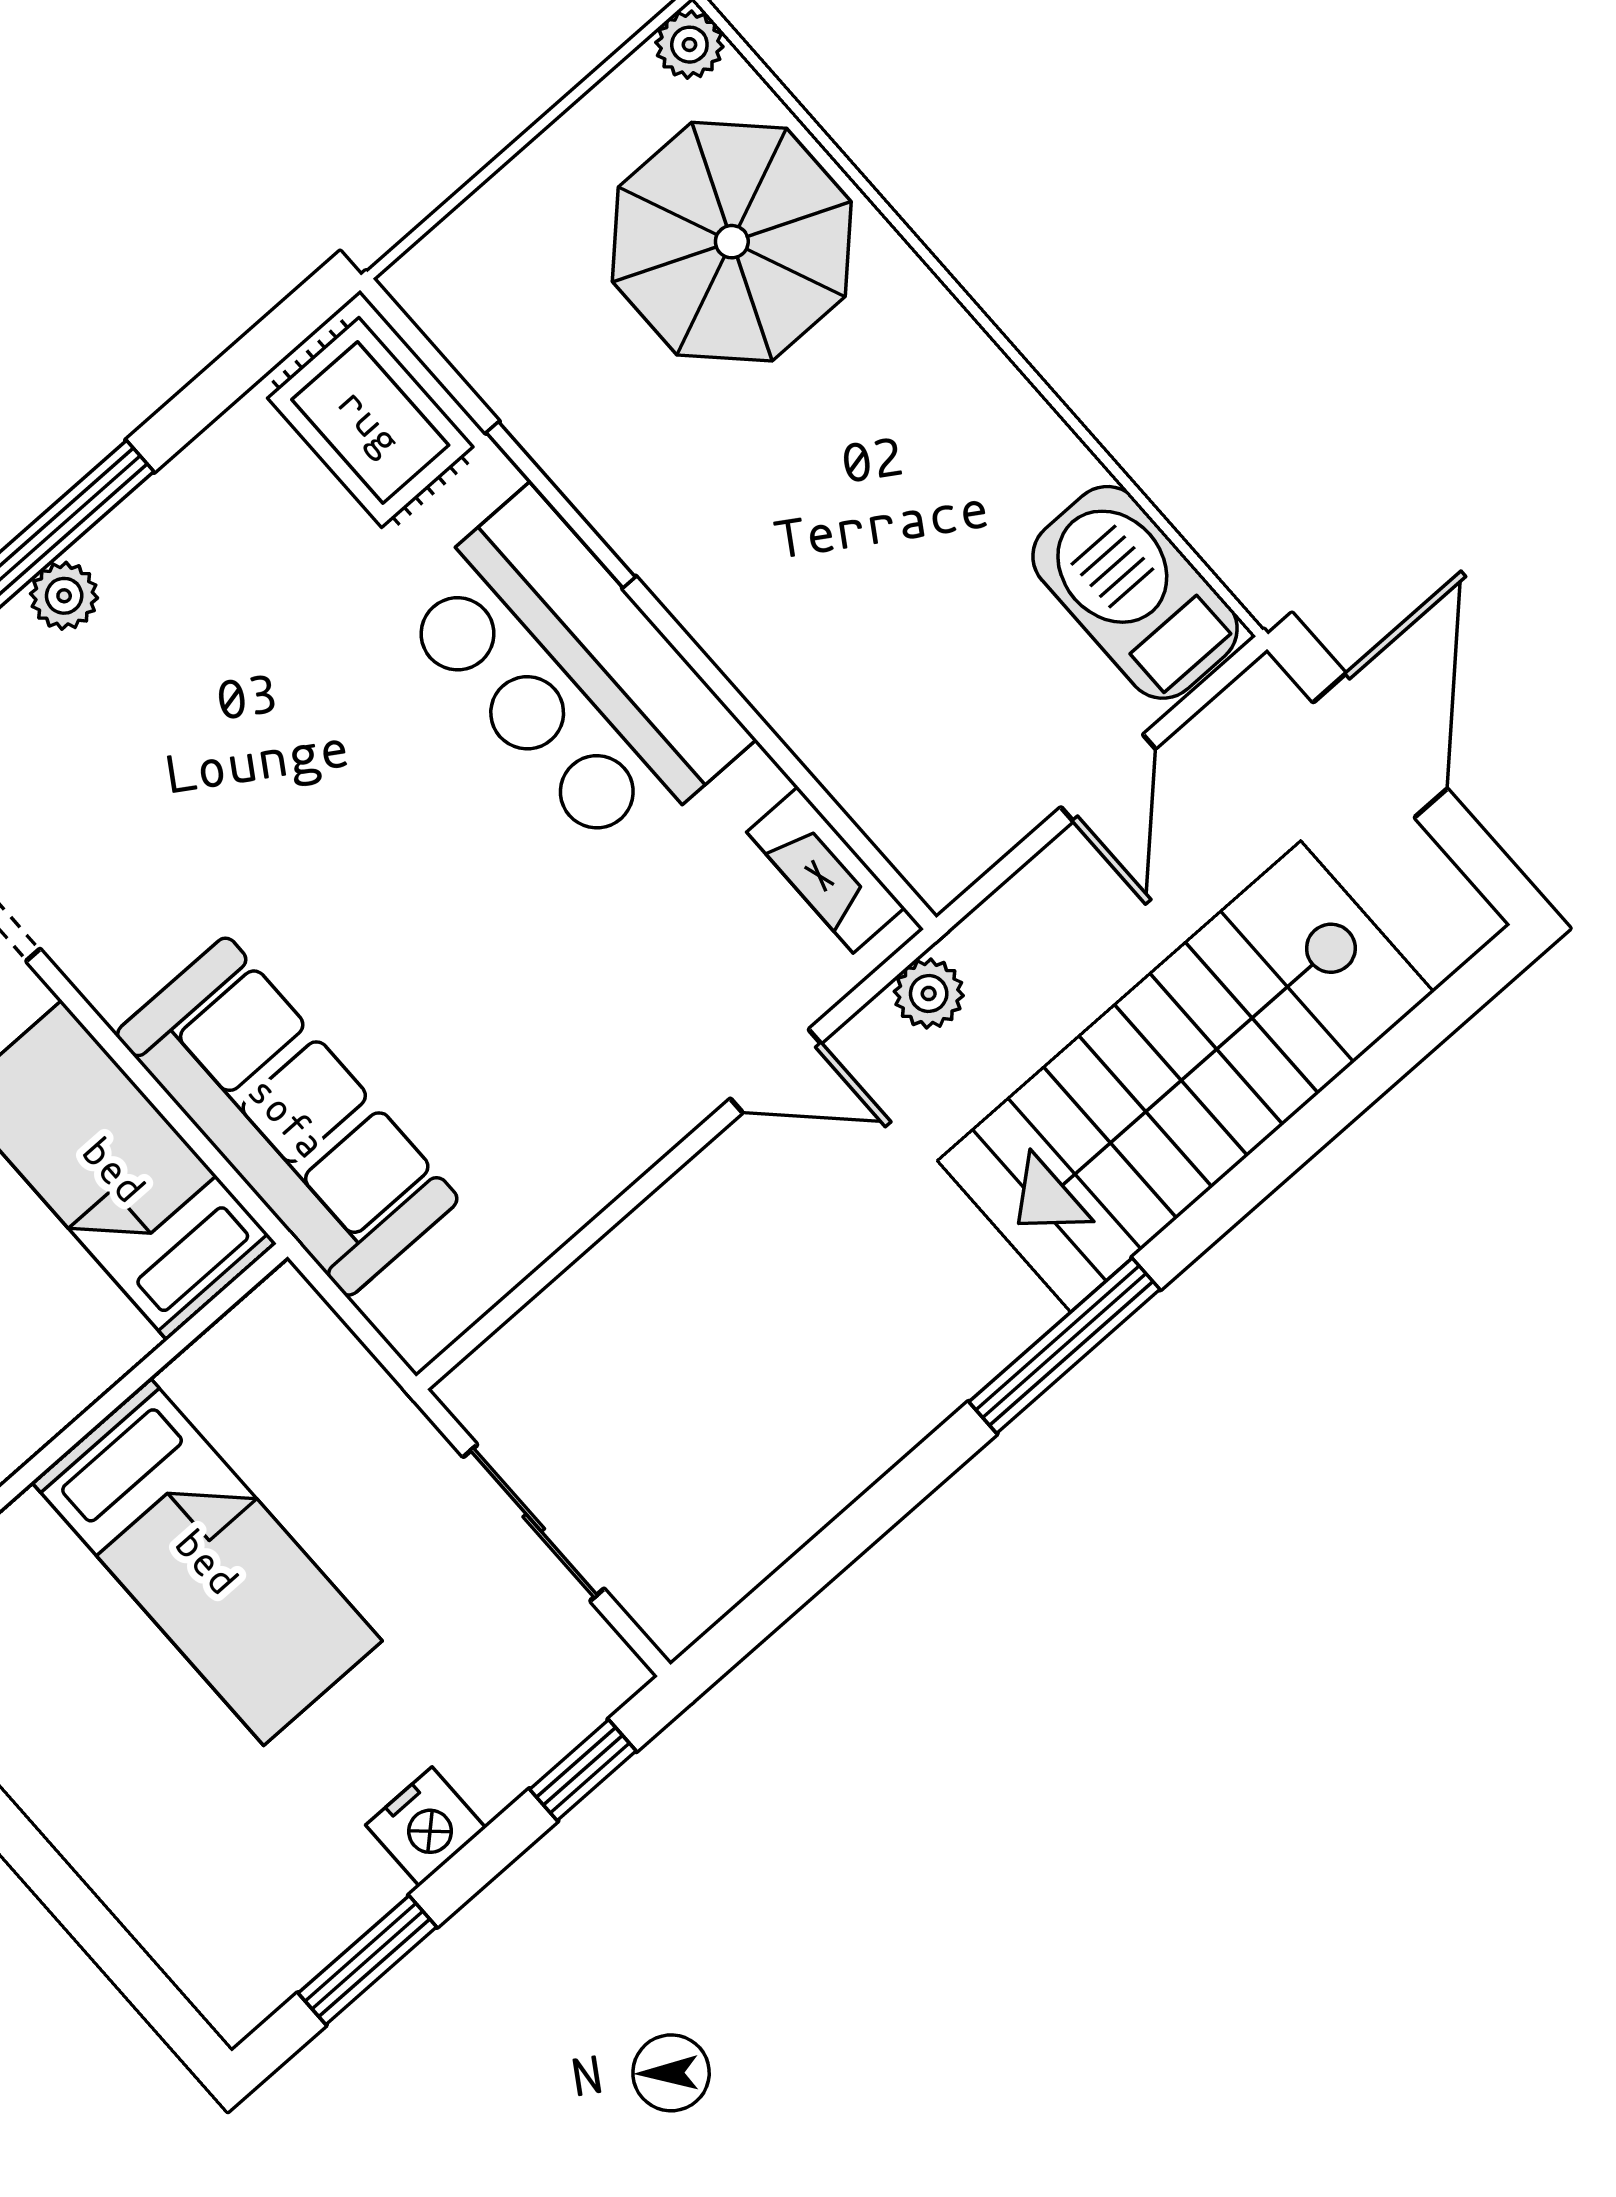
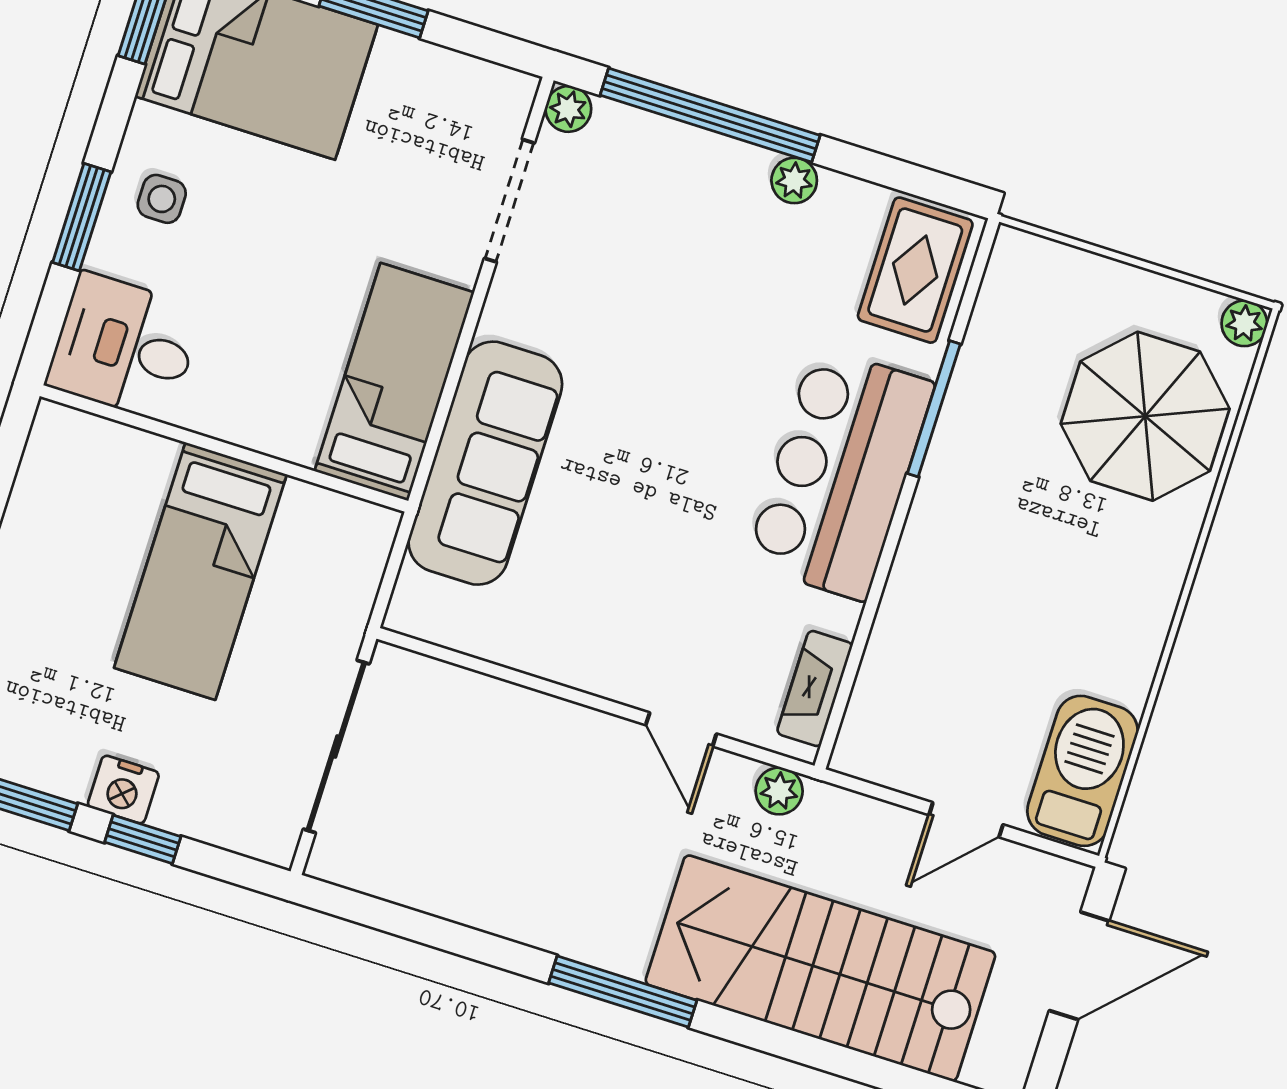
plant: (64, 596) -> (794, 180), moved
sliding door: (534, 1523) -> (336, 747), width x1.37
window: (583, 1770) -> (143, 839), moved

